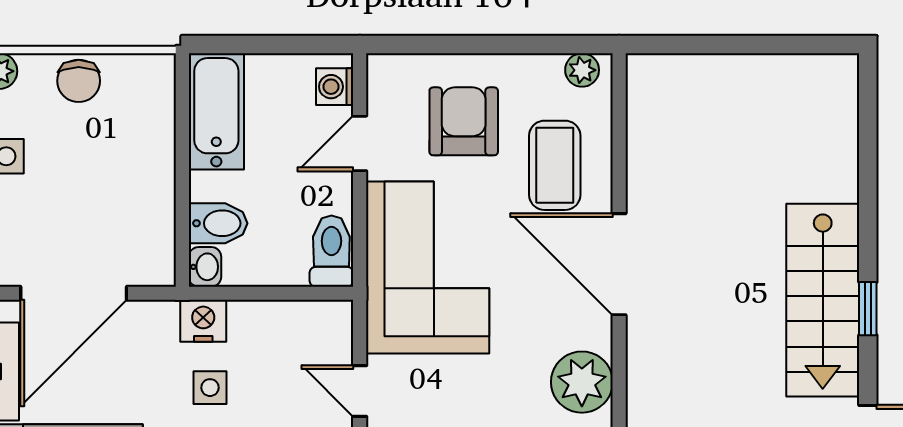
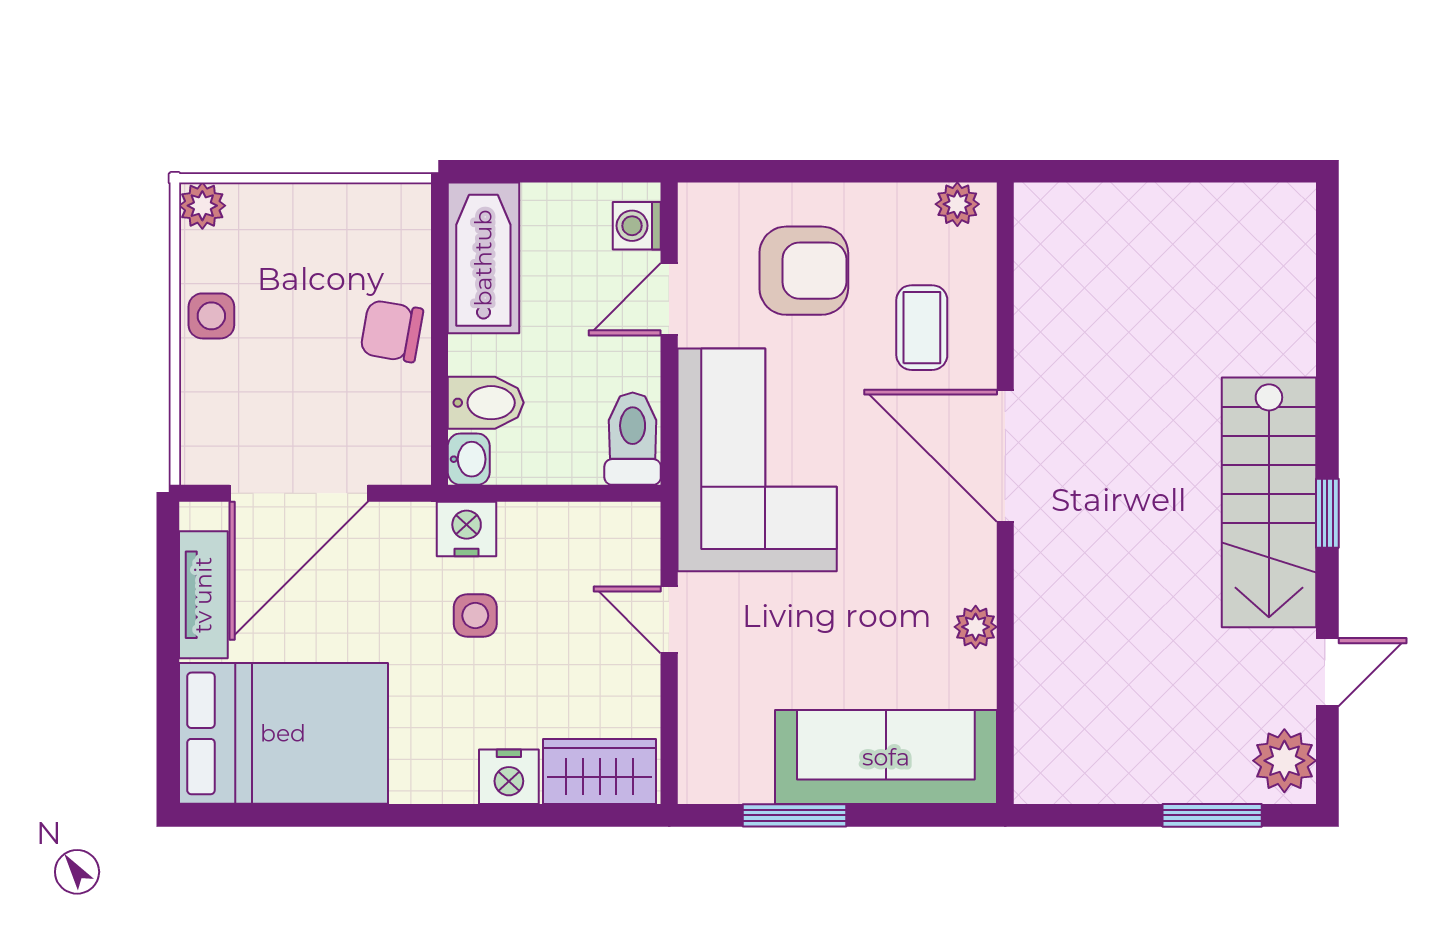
chair: (79, 81) -> (392, 331), moved, turned 100
armchair: (464, 121) -> (804, 271), turned 90
coffee table: (555, 165) -> (922, 328), width x0.73, depth x0.77
plant: (582, 382) -> (976, 627), width x0.53, depth x0.53

